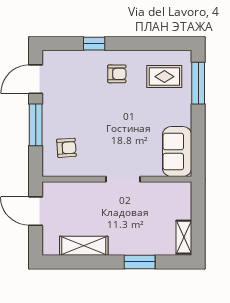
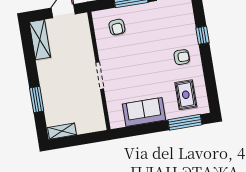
armchair: (117, 74) -> (182, 57), turned -90
sofa: (177, 152) -> (144, 112), moved
shelving: (84, 246) -> (40, 40), moved

